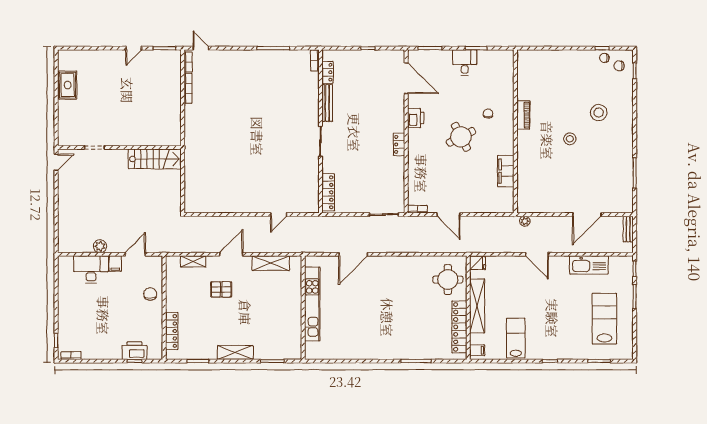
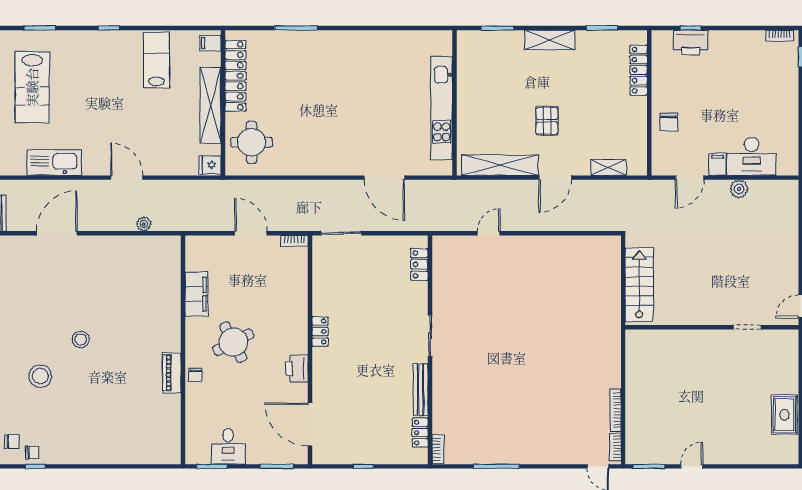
piano: (523, 115) -> (172, 373), moved
wall: (515, 131) -> (183, 350), moved
stairs: (155, 159) -> (639, 285), moved, turned 90
filing cabinet: (506, 171) -> (197, 294), moved
locker: (328, 192) -> (419, 264), width x0.66
door: (353, 254) -> (384, 178), swing flipped
shelving: (271, 263) -> (500, 165), width x1.47
pallet: (221, 289) -> (547, 121), moved, turned 90
lab bench: (516, 338) -> (156, 60), turned 180

